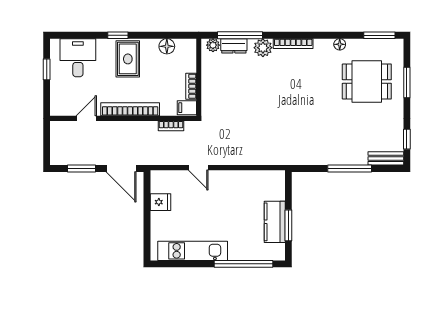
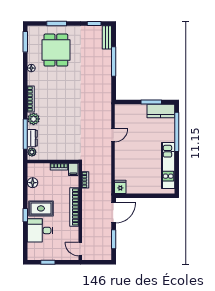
desk: (78, 58) -> (40, 230), moved
door: (86, 118) -> (80, 249), moved
door: (198, 168) -> (113, 135), moved
fridge: (160, 202) -> (120, 187), moved
kitchen counter: (275, 222) -> (161, 111), moved

